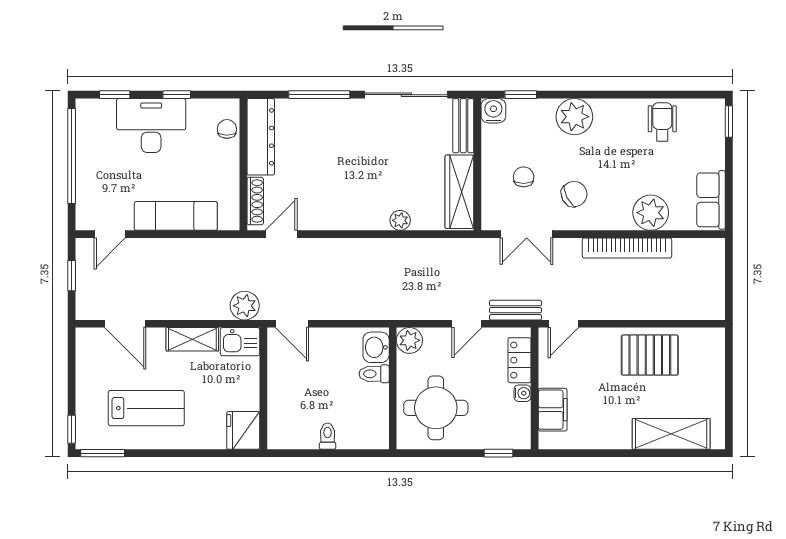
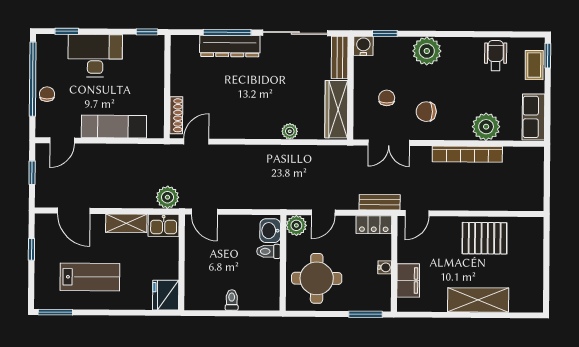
window: (177, 95) -> (147, 32), moved
chair: (227, 129) -> (47, 94), moved
coffee table: (712, 134) -> (534, 65), added
dresser: (261, 137) -> (230, 46), moved, turned 90
chair: (574, 194) -> (426, 112), turned -153
door: (467, 324) -> (323, 213), moved
locker: (519, 360) -> (374, 225), moved, turned -90
window: (72, 429) -> (31, 249), moved
shelving: (671, 434) -> (478, 300), moved
window: (499, 453) -> (366, 314), width x1.50

